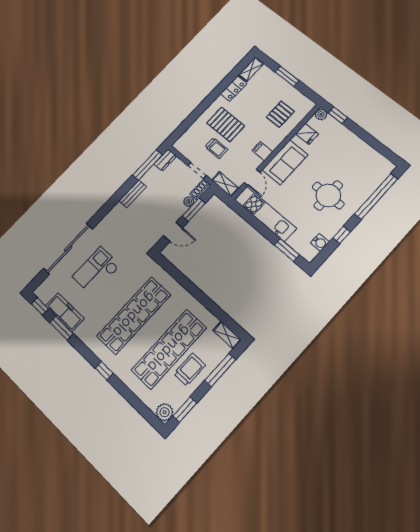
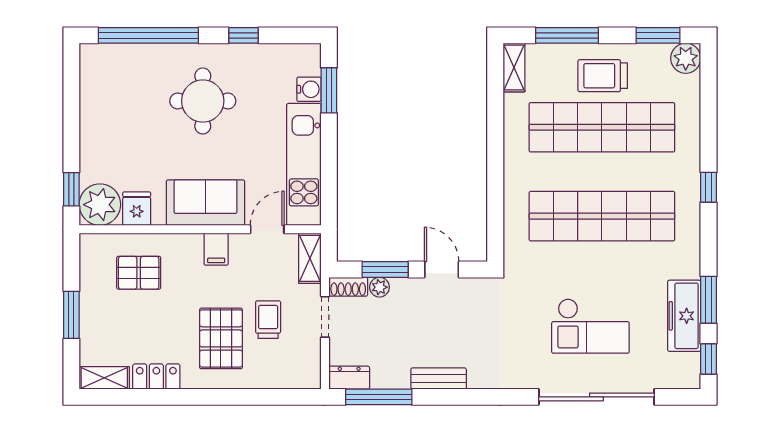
plant: (321, 114) -> (100, 205), width x1.88, depth x1.88
water cooler: (320, 242) -> (309, 89), moved, turned 90

